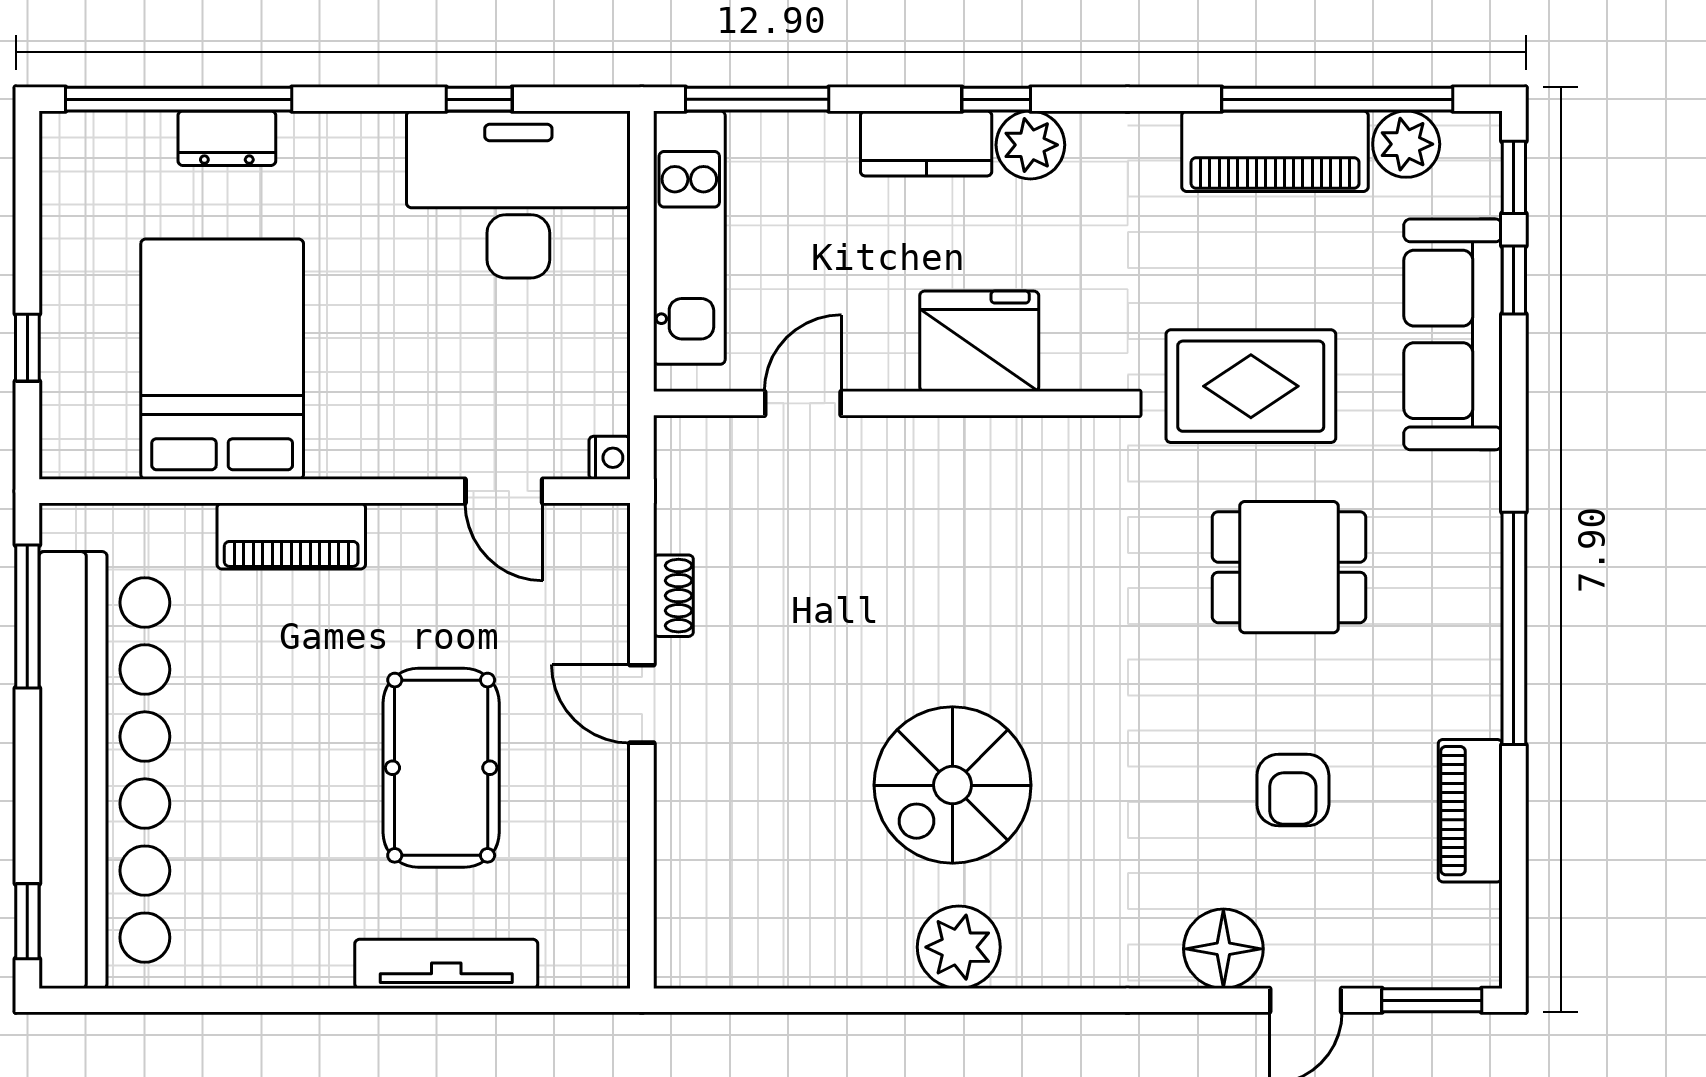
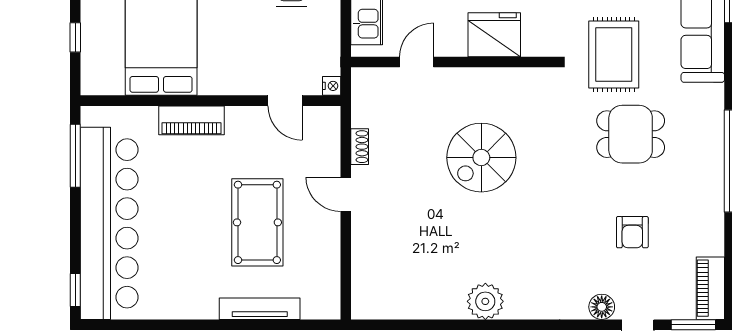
rug: (1251, 386) -> (614, 54), turned 90
spiral stairs: (953, 785) -> (481, 158), moved
piano: (1470, 811) -> (710, 288), moved
floor lamp: (1223, 949) -> (602, 307), width x0.73, depth x0.73

